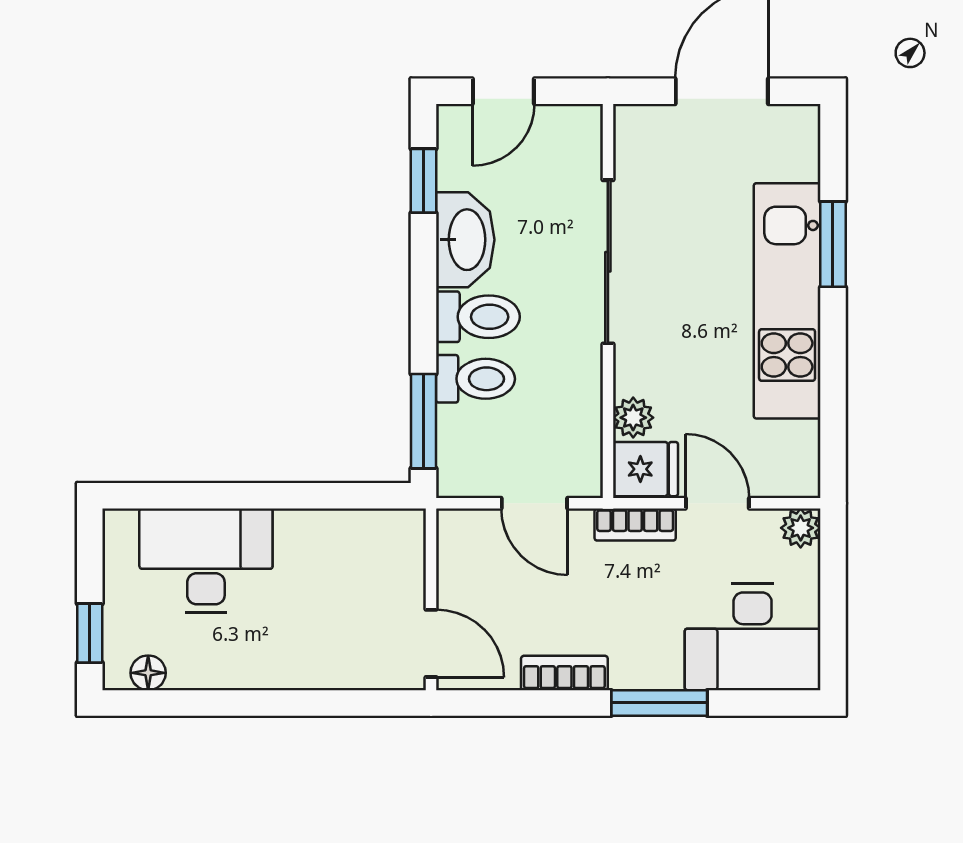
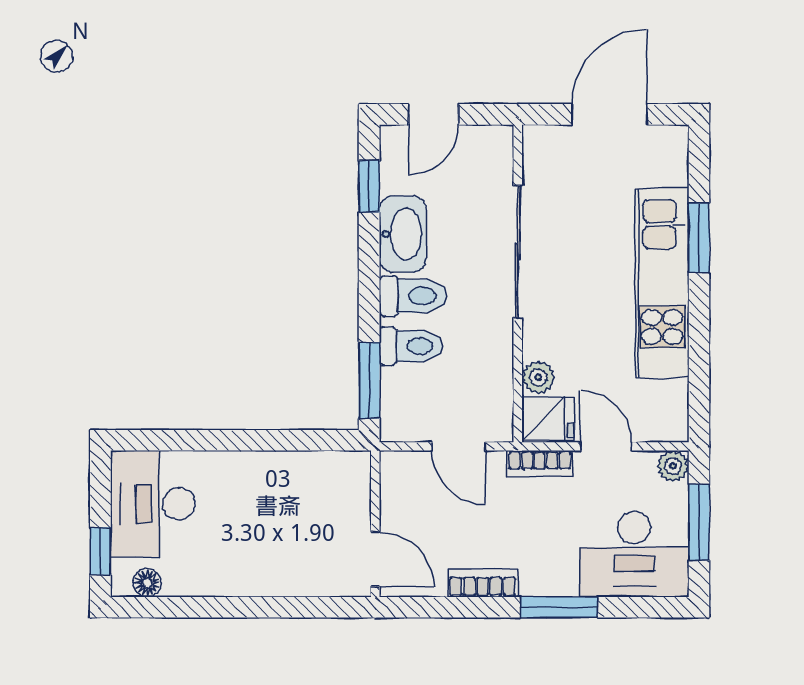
desk: (206, 561) -> (153, 504), moved, turned -90
window: (833, 598) -> (699, 522), added

